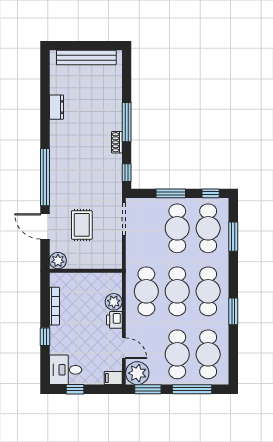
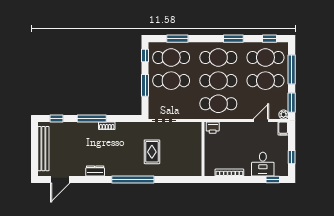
dresser: (56, 107) -> (95, 171), moved
window: (127, 173) -> (57, 118), moved
rug: (82, 225) -> (152, 152), moved, turned 90
door: (45, 226) -> (60, 180), moved
plant: (58, 261) -> (195, 170), removed
plant: (114, 302) -> (226, 128), removed
printer: (114, 320) -> (213, 128), moved
window: (45, 337) -> (273, 180), moved
window: (233, 360) -> (270, 39), added
desk: (66, 370) -> (263, 164), moved
plant: (137, 373) -> (284, 115), width x0.53, depth x0.53

